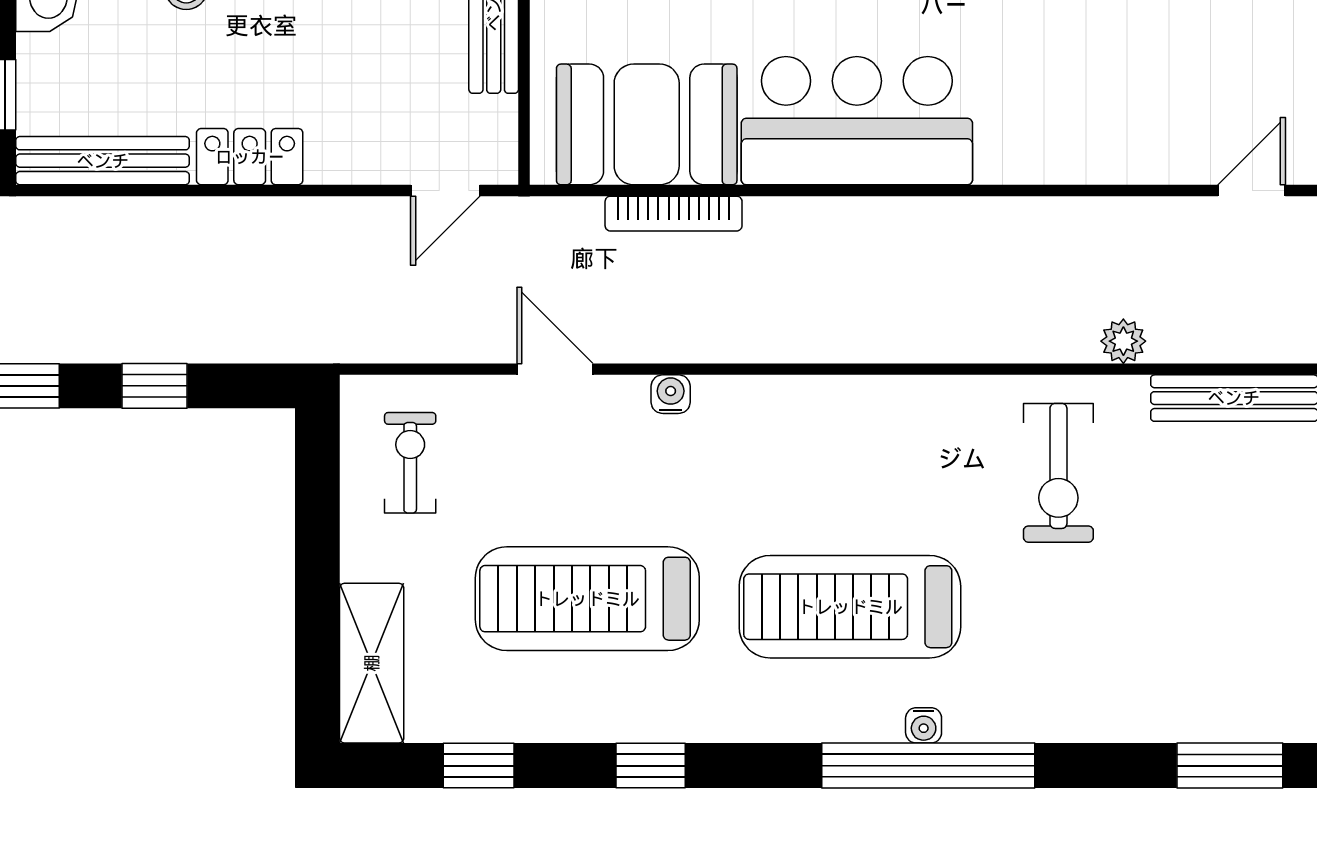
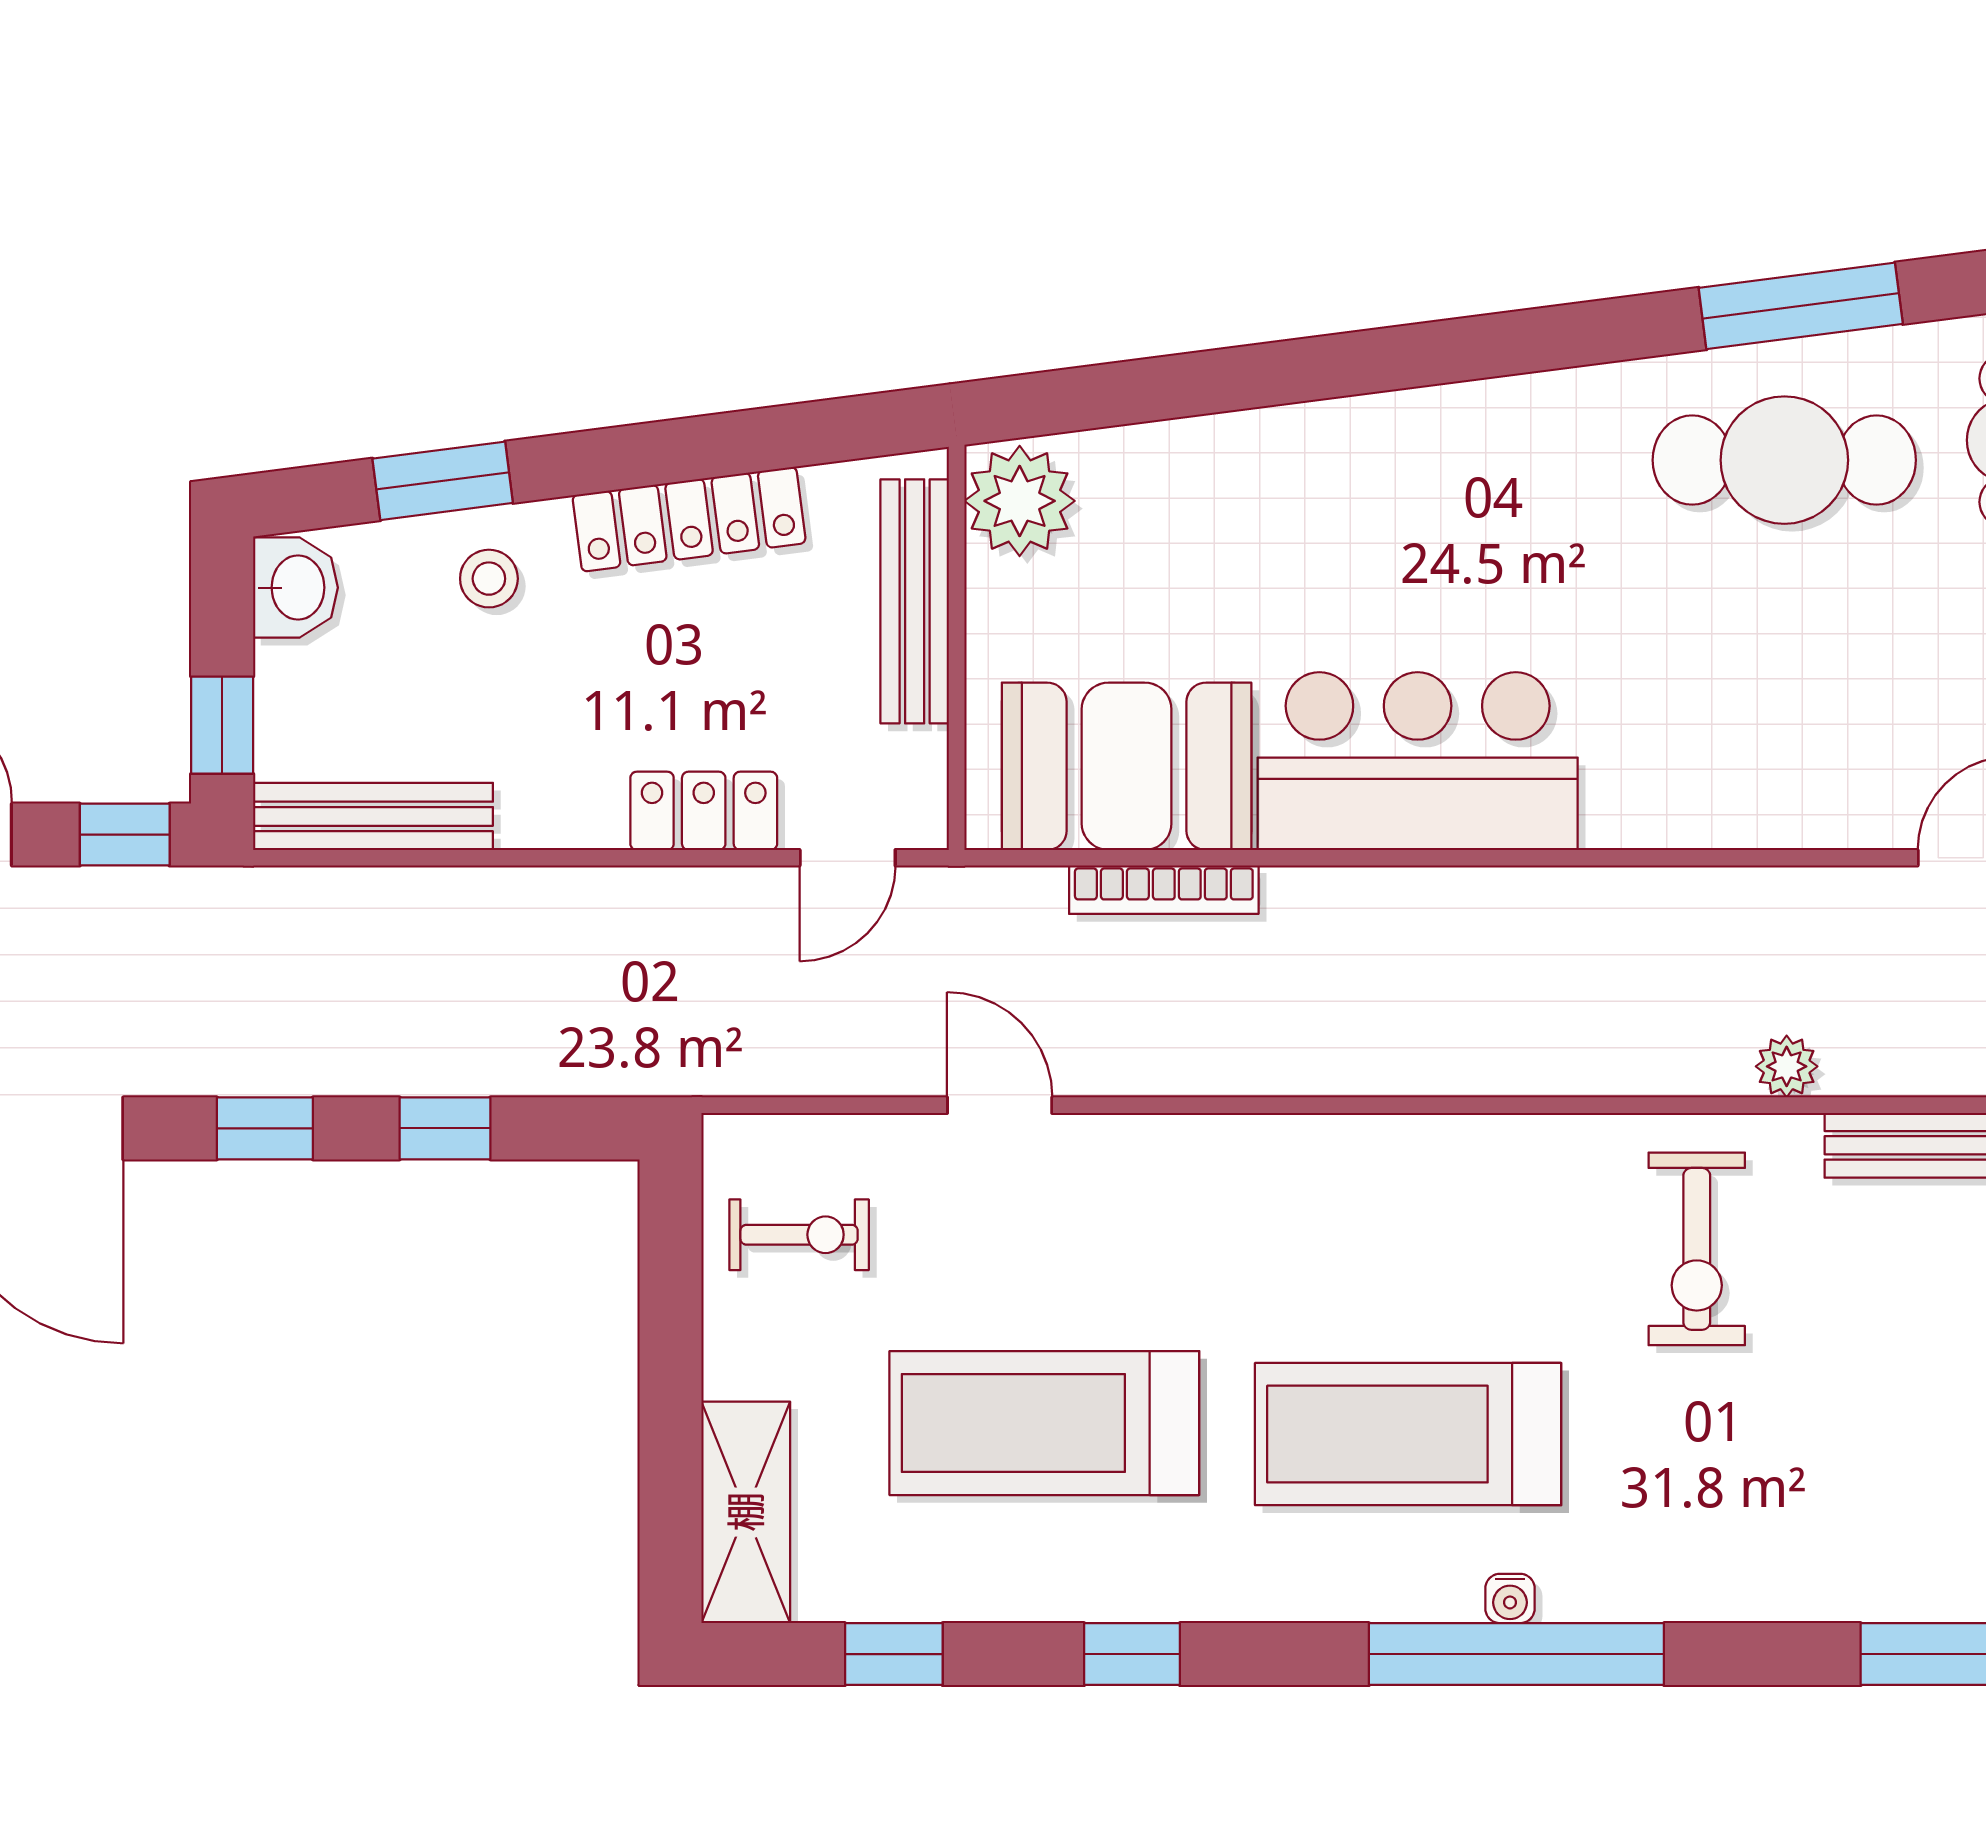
locker: (250, 157) -> (704, 811), moved
water cooler: (671, 394) -> (1160, 1140), removed
exercise bike: (410, 463) -> (799, 1235), turned 90

